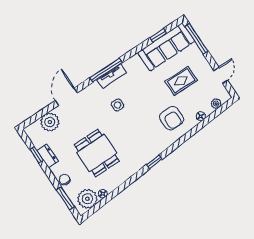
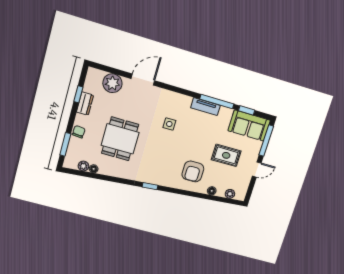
sofa: (166, 47) -> (249, 125), width x0.73
window: (106, 70) -> (217, 102), moved
door: (221, 75) -> (257, 170), moved
tv unit: (112, 76) -> (205, 107), moved
plant: (87, 199) -> (83, 166), width x0.53, depth x0.53

